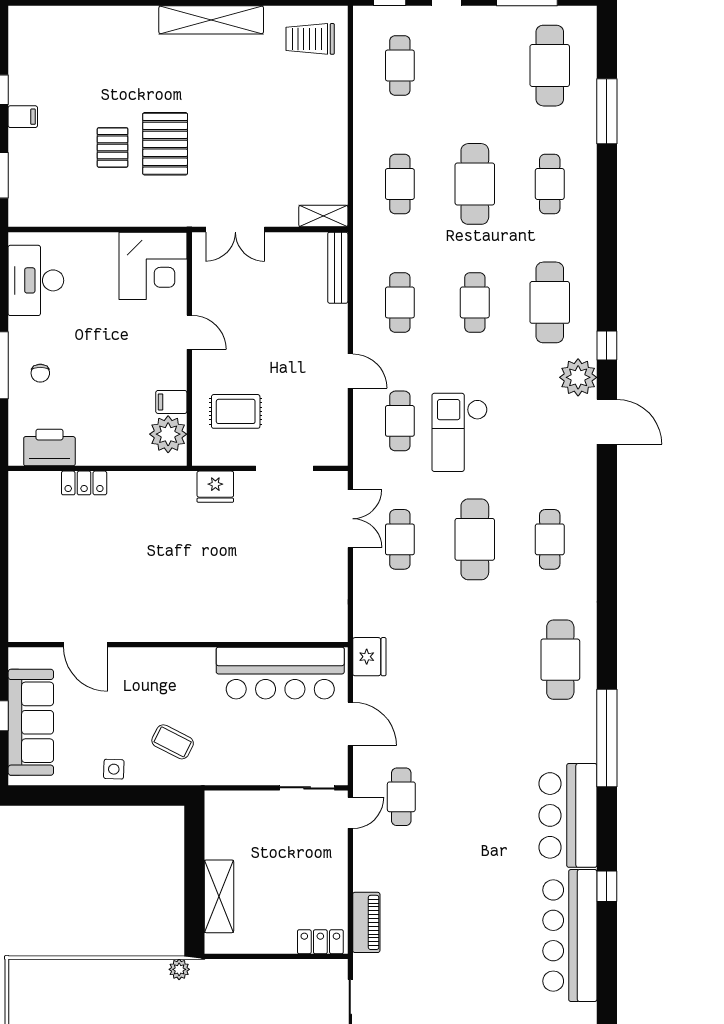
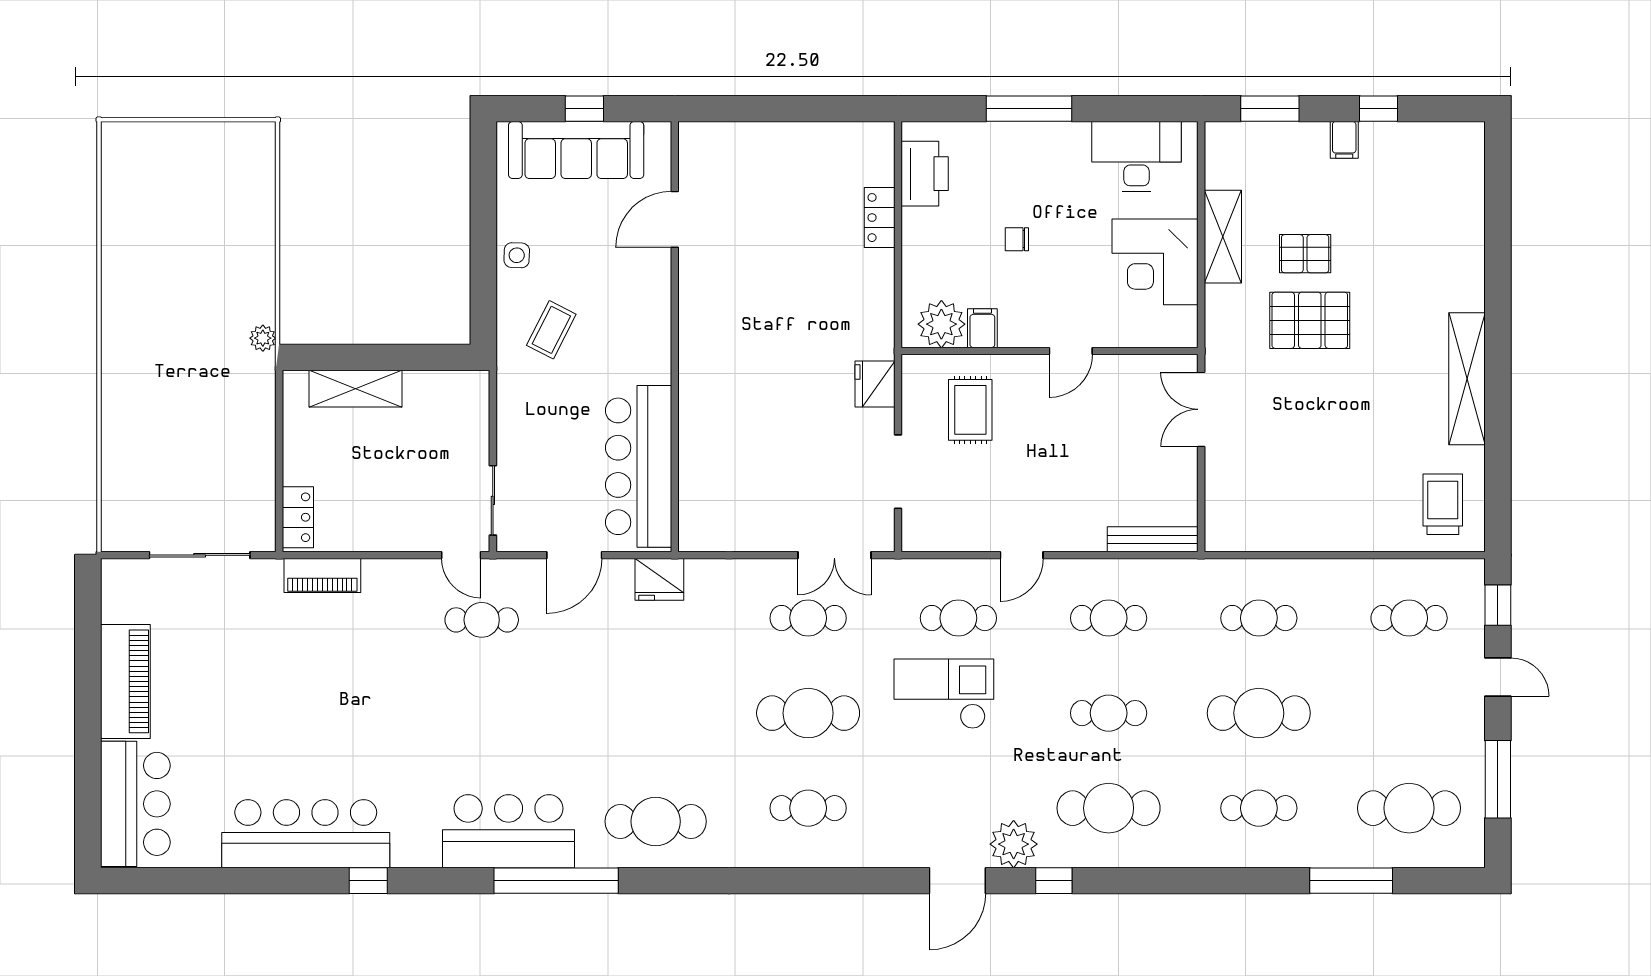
shelving: (323, 216) -> (1223, 237), moved, width x1.50, depth x1.33
corner desk: (153, 266) -> (1155, 262), moved
chair: (40, 373) -> (1017, 239), moved
bar counter: (568, 815) -> (509, 831), moved

